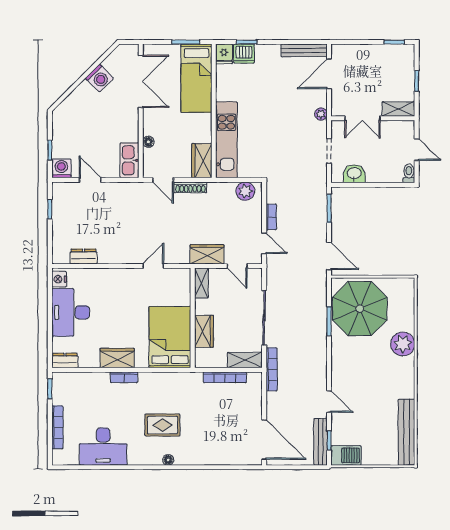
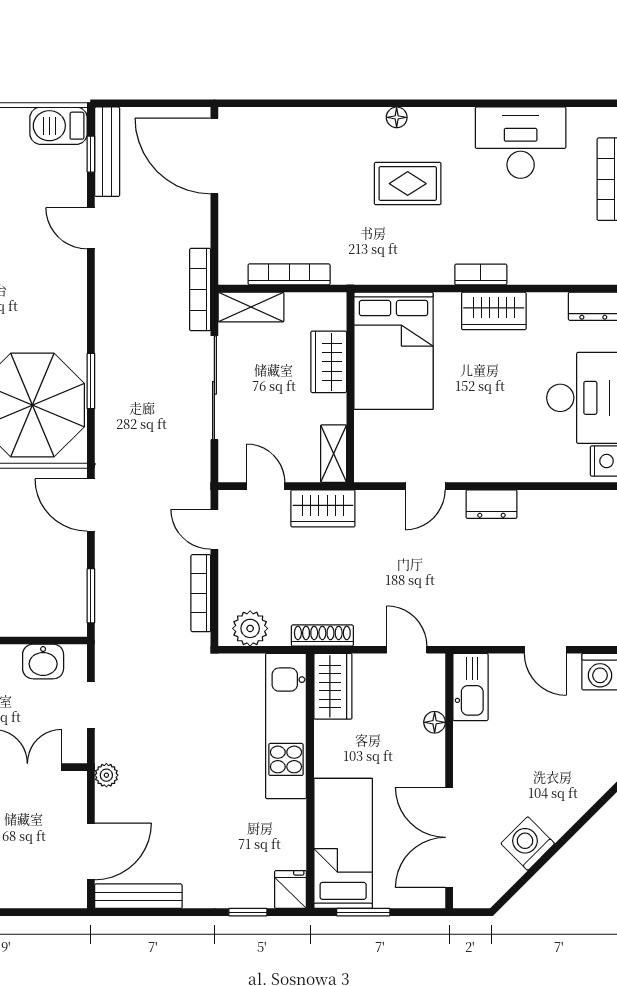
dishwasher: (244, 54) -> (253, 890), removed
shoe rack: (190, 187) -> (322, 635), moved
bookcase: (271, 217) -> (201, 593), width x1.56
dresser: (83, 257) -> (491, 504), moved

